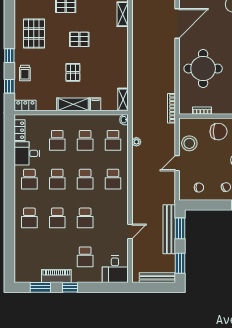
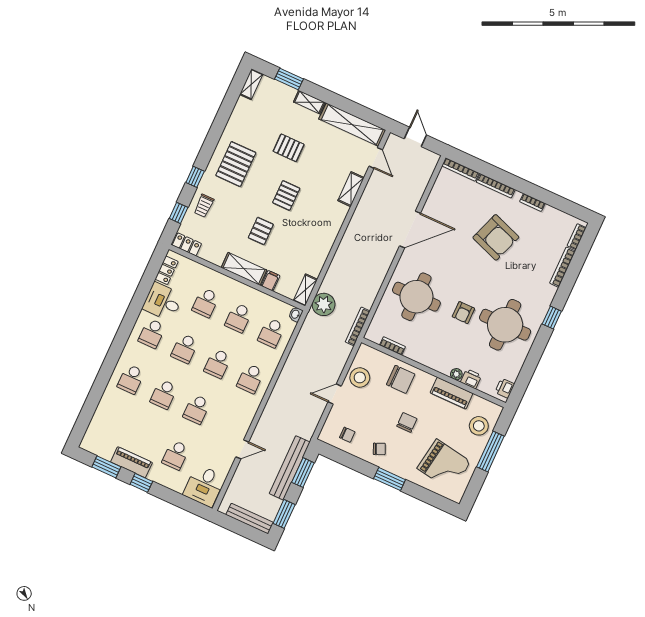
pallet: (79, 39) -> (286, 195), turned 90
plant: (136, 142) -> (324, 304), moved, width x1.88, depth x1.88

